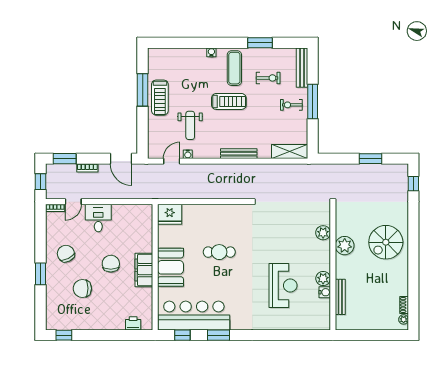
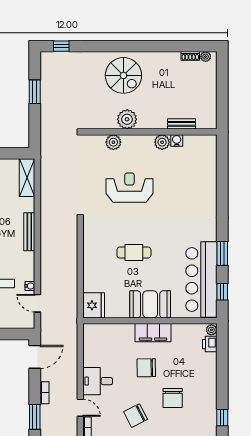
cafe table: (219, 252) -> (134, 253), turned 90
reception desk: (283, 286) -> (130, 188), moved
bench: (340, 297) -> (182, 124), width x0.73
plant: (147, 325) -> (211, 330), added

